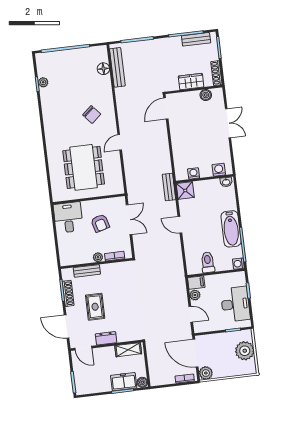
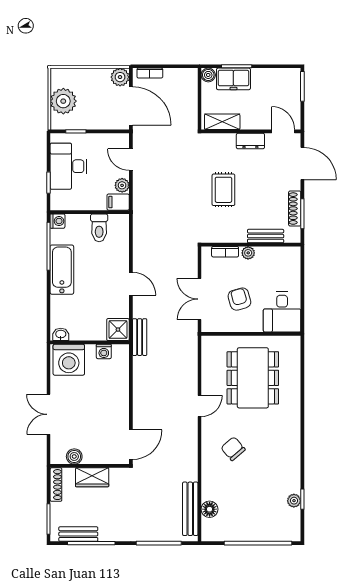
washing machine: (219, 170) -> (69, 360), width x1.89, depth x1.89
rug: (95, 307) -> (223, 190), moved

